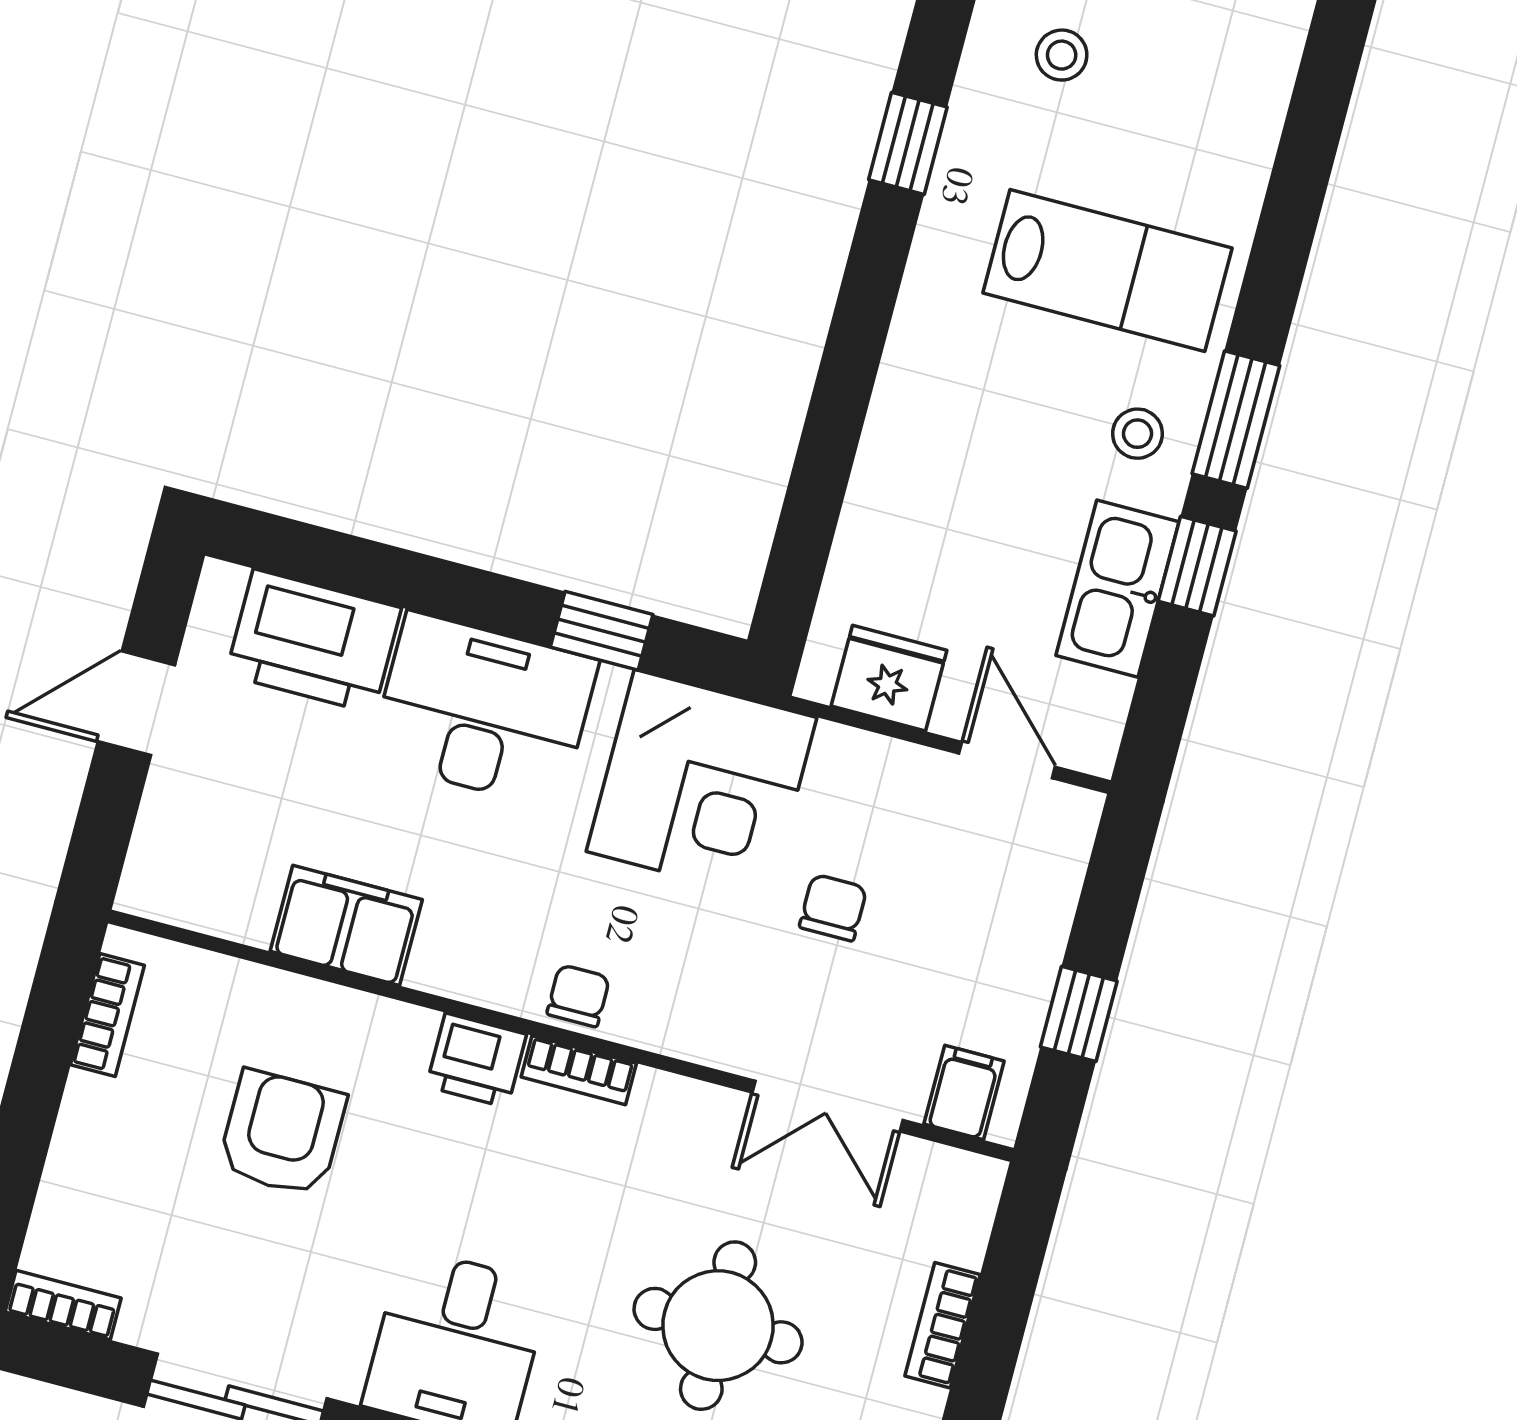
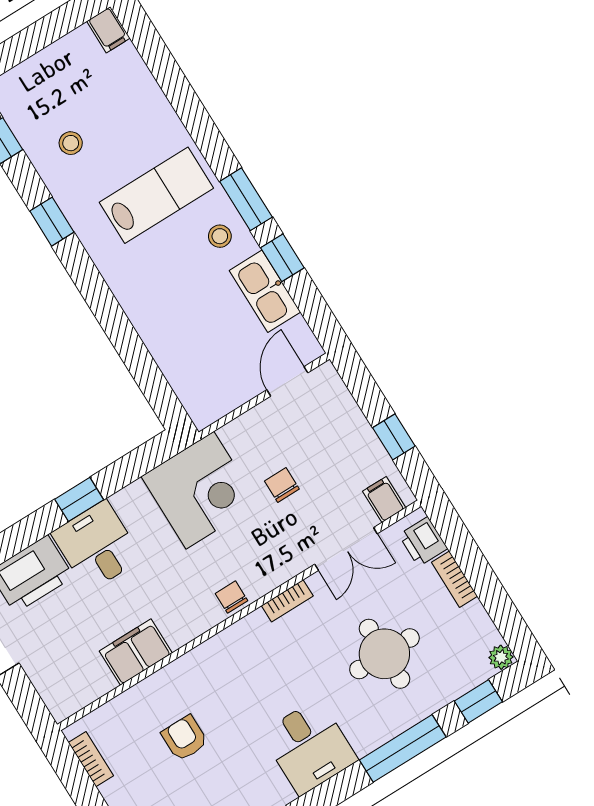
window: (602, 631) -> (79, 499), moved
fridge: (889, 678) -> (223, 395), removed
desk: (484, 710) -> (97, 546), width x0.73
door: (1007, 760) -> (287, 381), hinge flipped
printer: (476, 1060) -> (423, 542), moved, turned 90
bookcase: (579, 1070) -> (287, 601), moved
armchair: (282, 1133) -> (185, 738), width x0.72, depth x0.72

